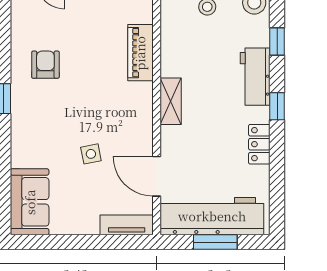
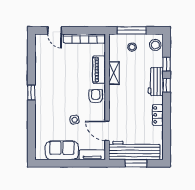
armchair: (45, 65) -> (96, 96), moved
shelving: (171, 101) -> (114, 73), moved
window: (277, 106) -> (167, 85), moved
sofa: (30, 202) -> (62, 150), moved, turned -90

